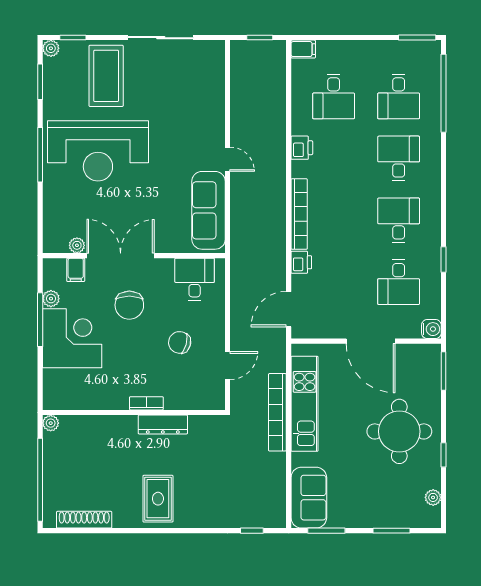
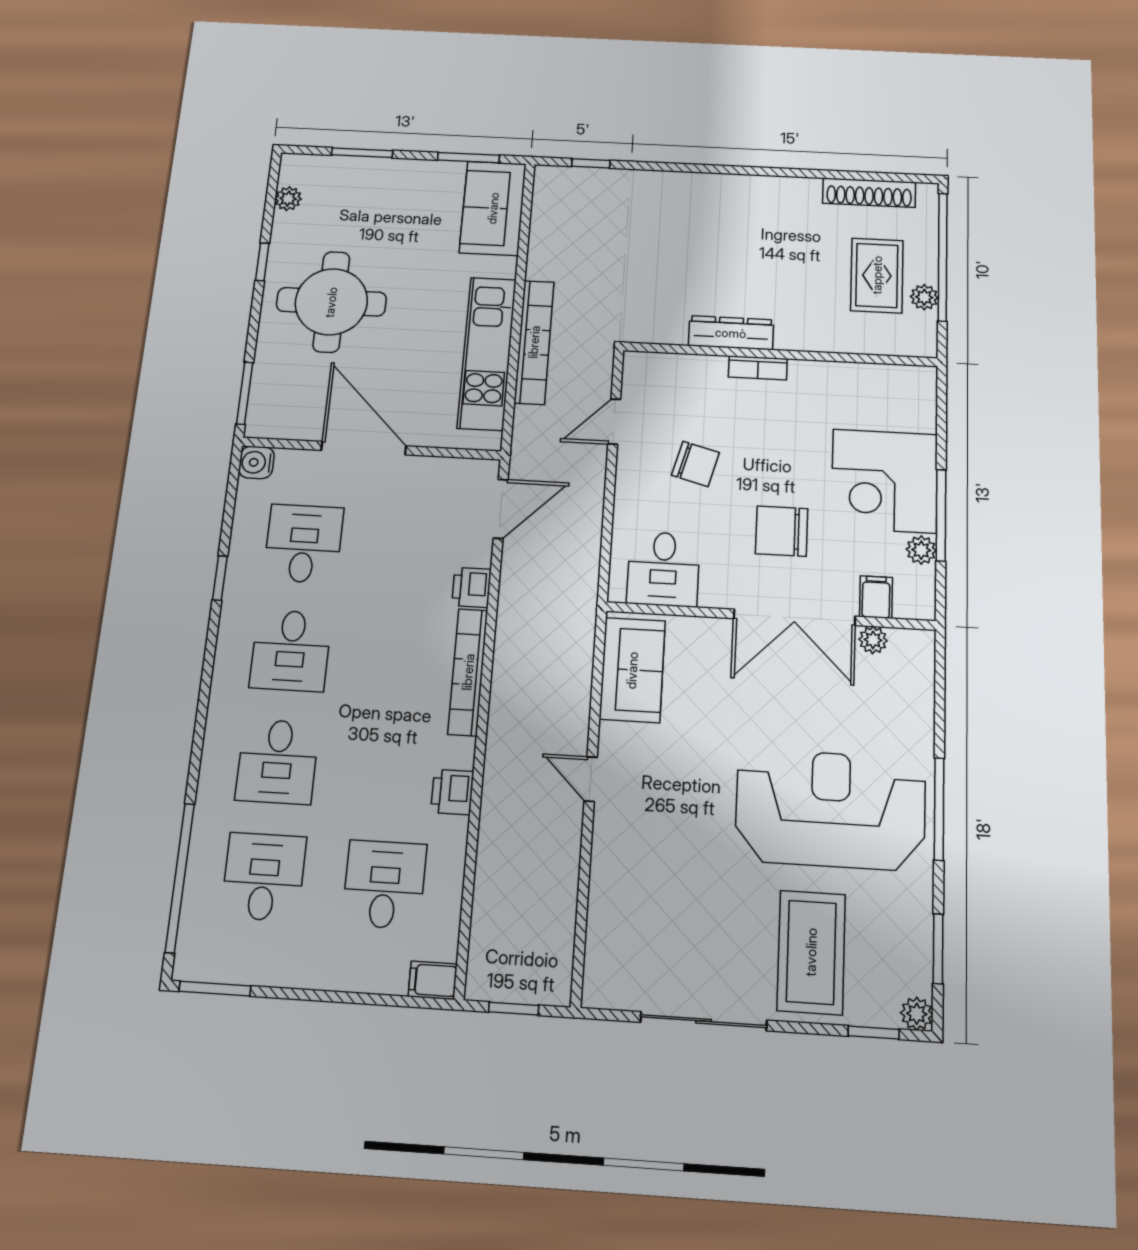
sofa: (209, 210) -> (632, 670), width x0.73
chair: (129, 305) -> (782, 531), turned -90
plant: (51, 423) -> (924, 297), moved
rug: (158, 499) -> (877, 275), moved

